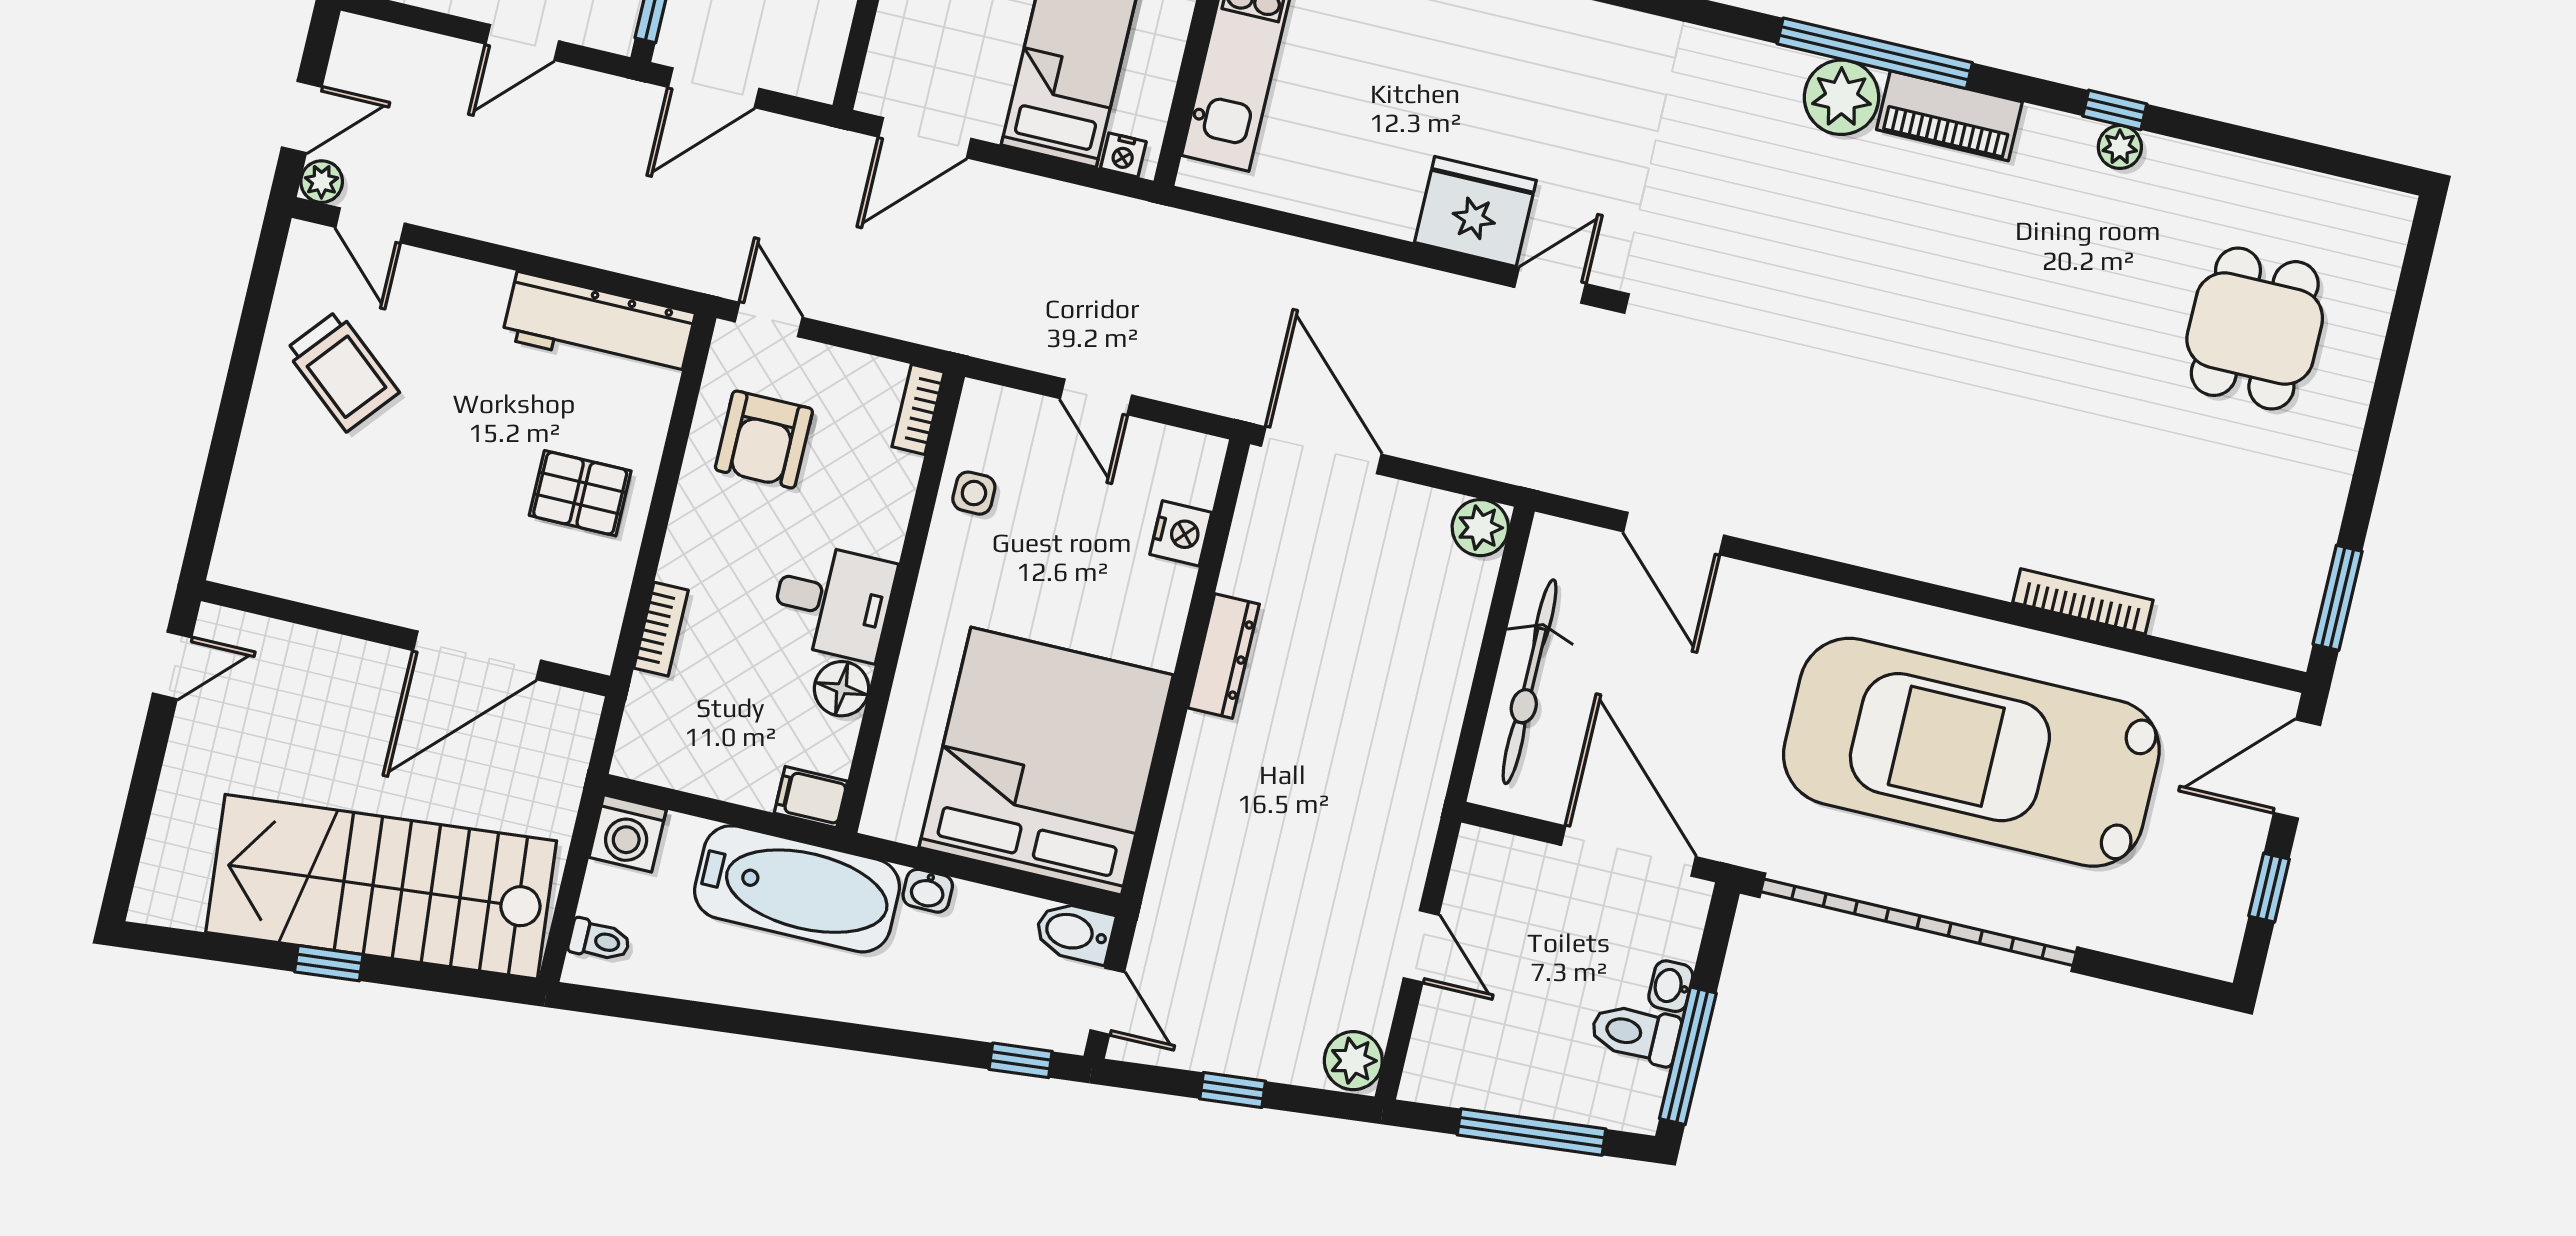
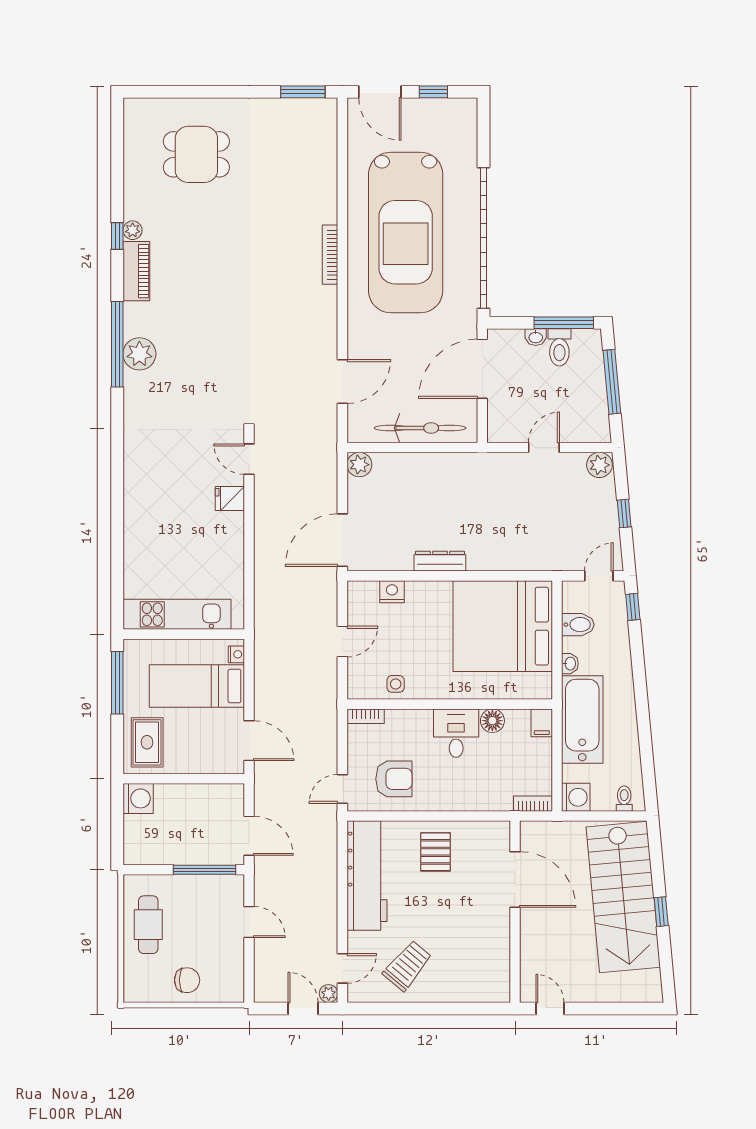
piano: (1949, 116) -> (136, 271), moved
fridge: (1475, 211) -> (230, 499), width x0.53, depth x0.75
workbench: (598, 326) -> (367, 876), width x1.36, depth x1.32
bookcase: (2083, 601) -> (330, 255), moved
bookcase: (661, 629) -> (533, 804), moved
bidet: (1075, 932) -> (578, 625), moved, turned -90

